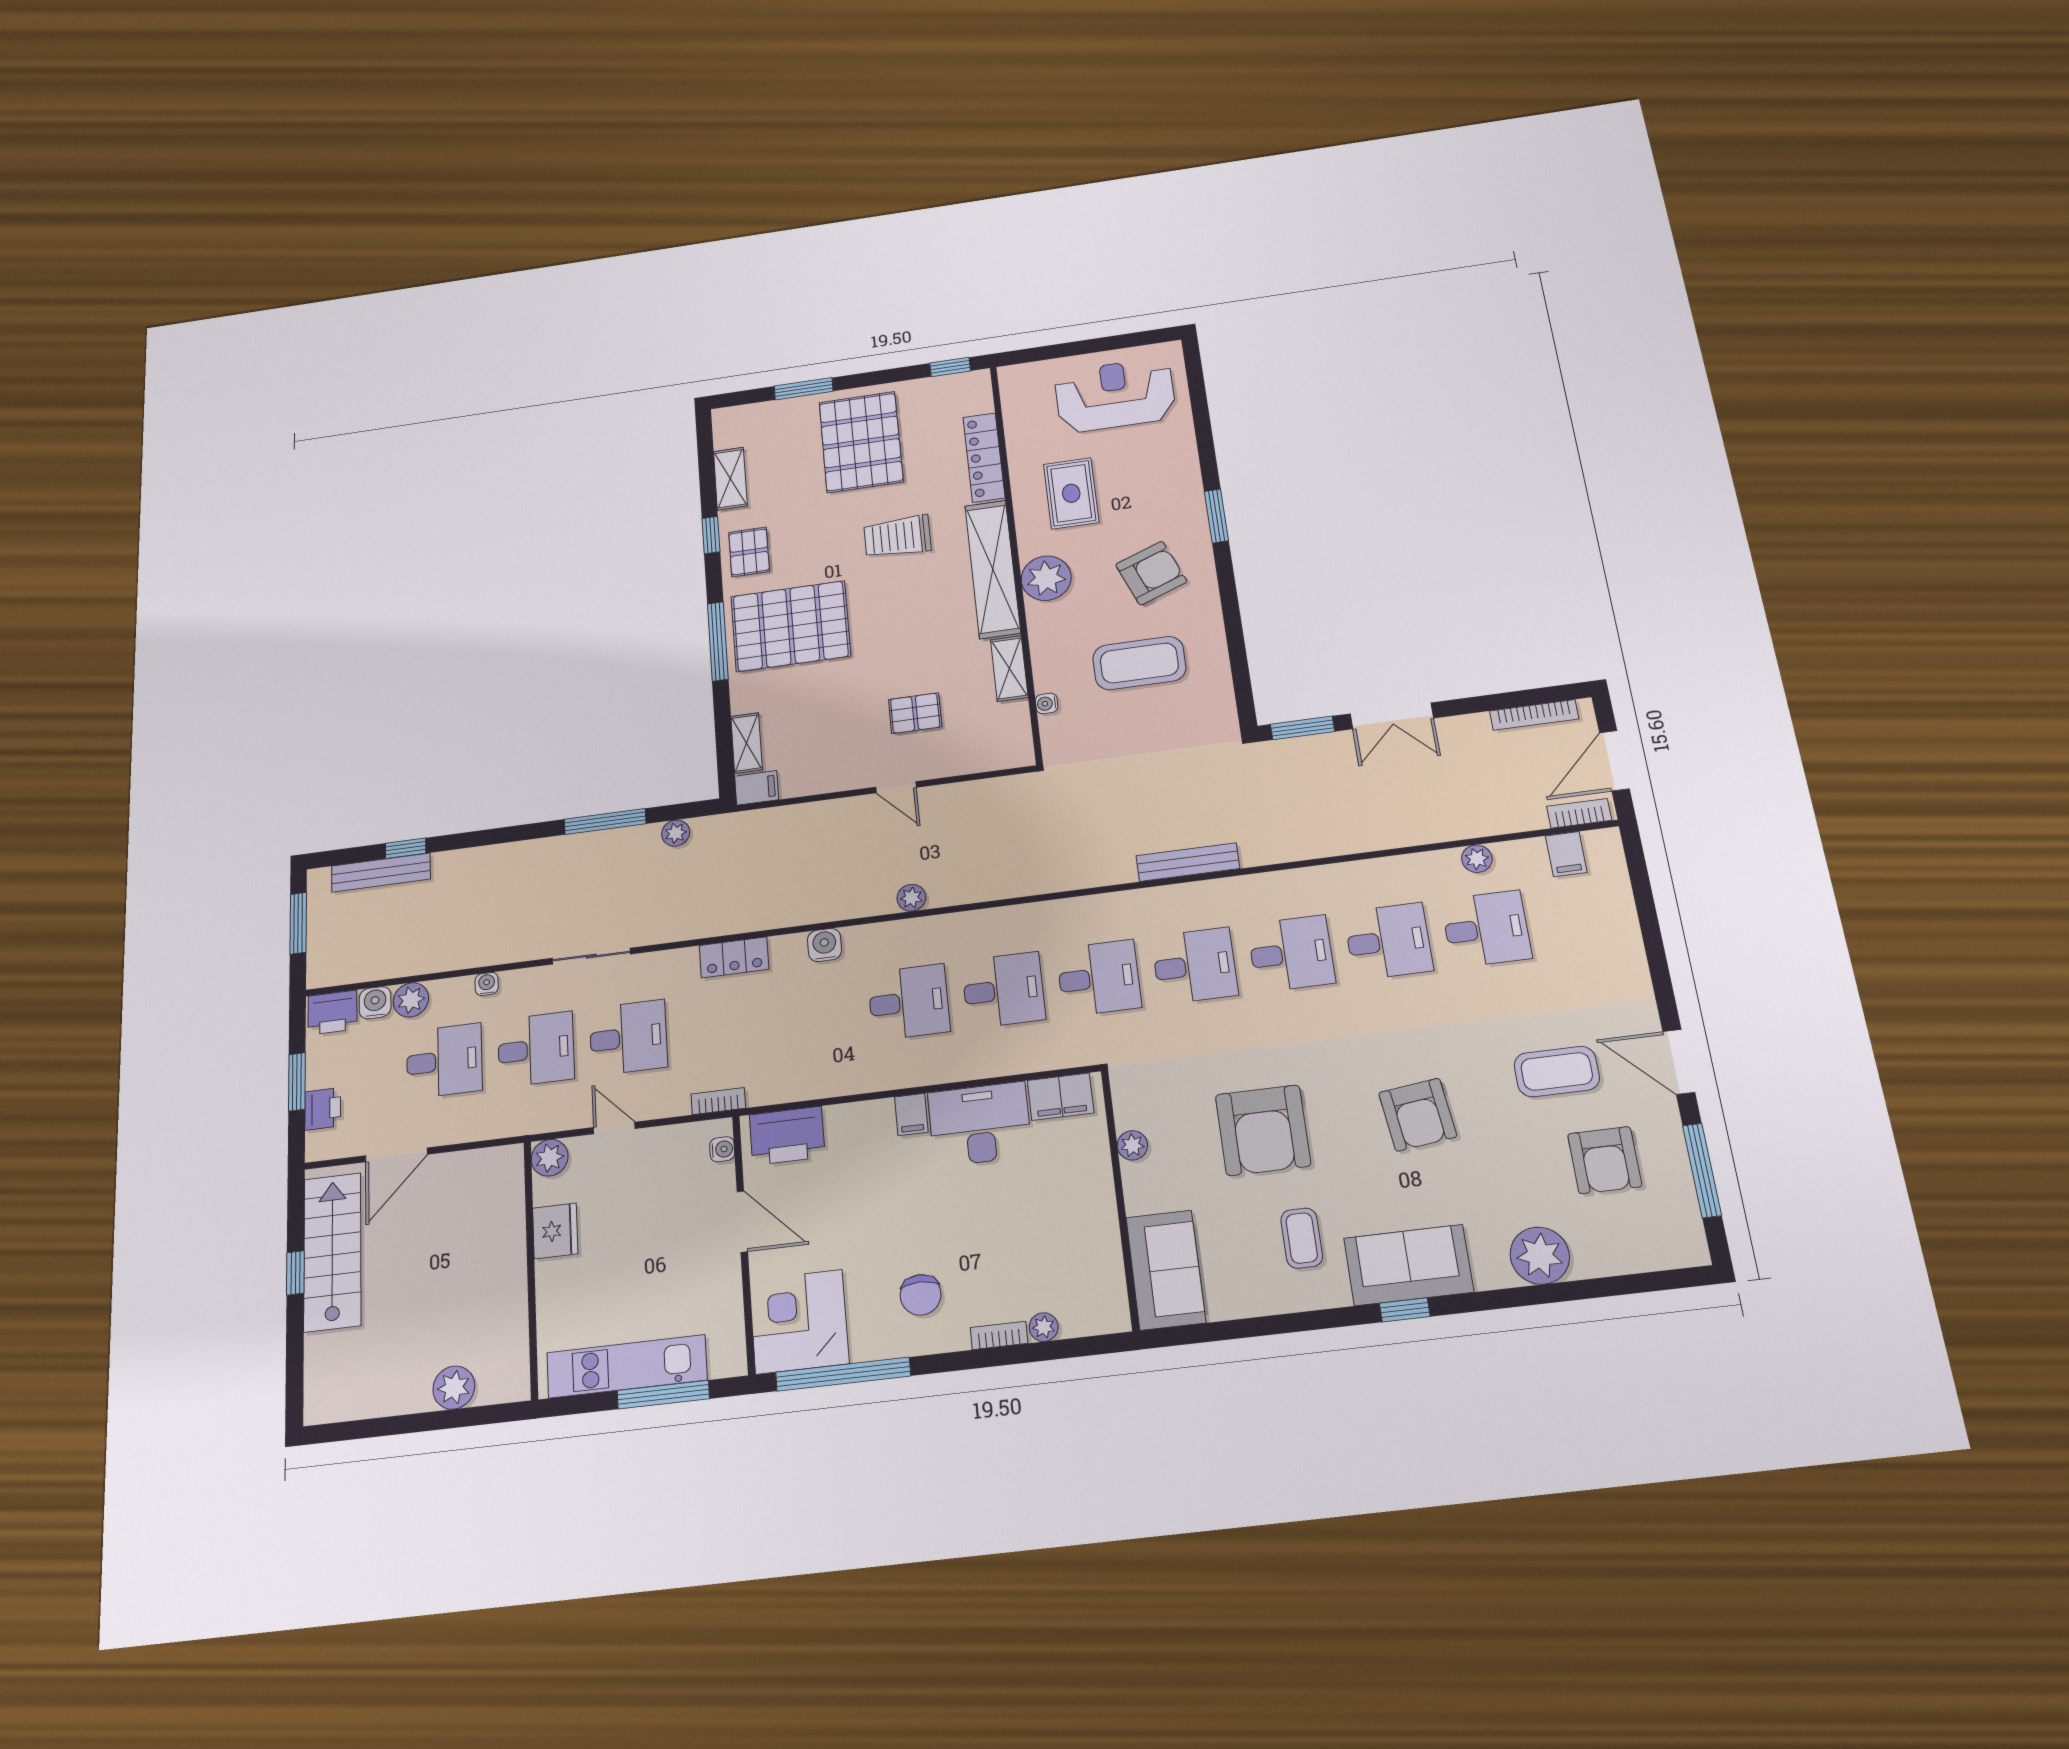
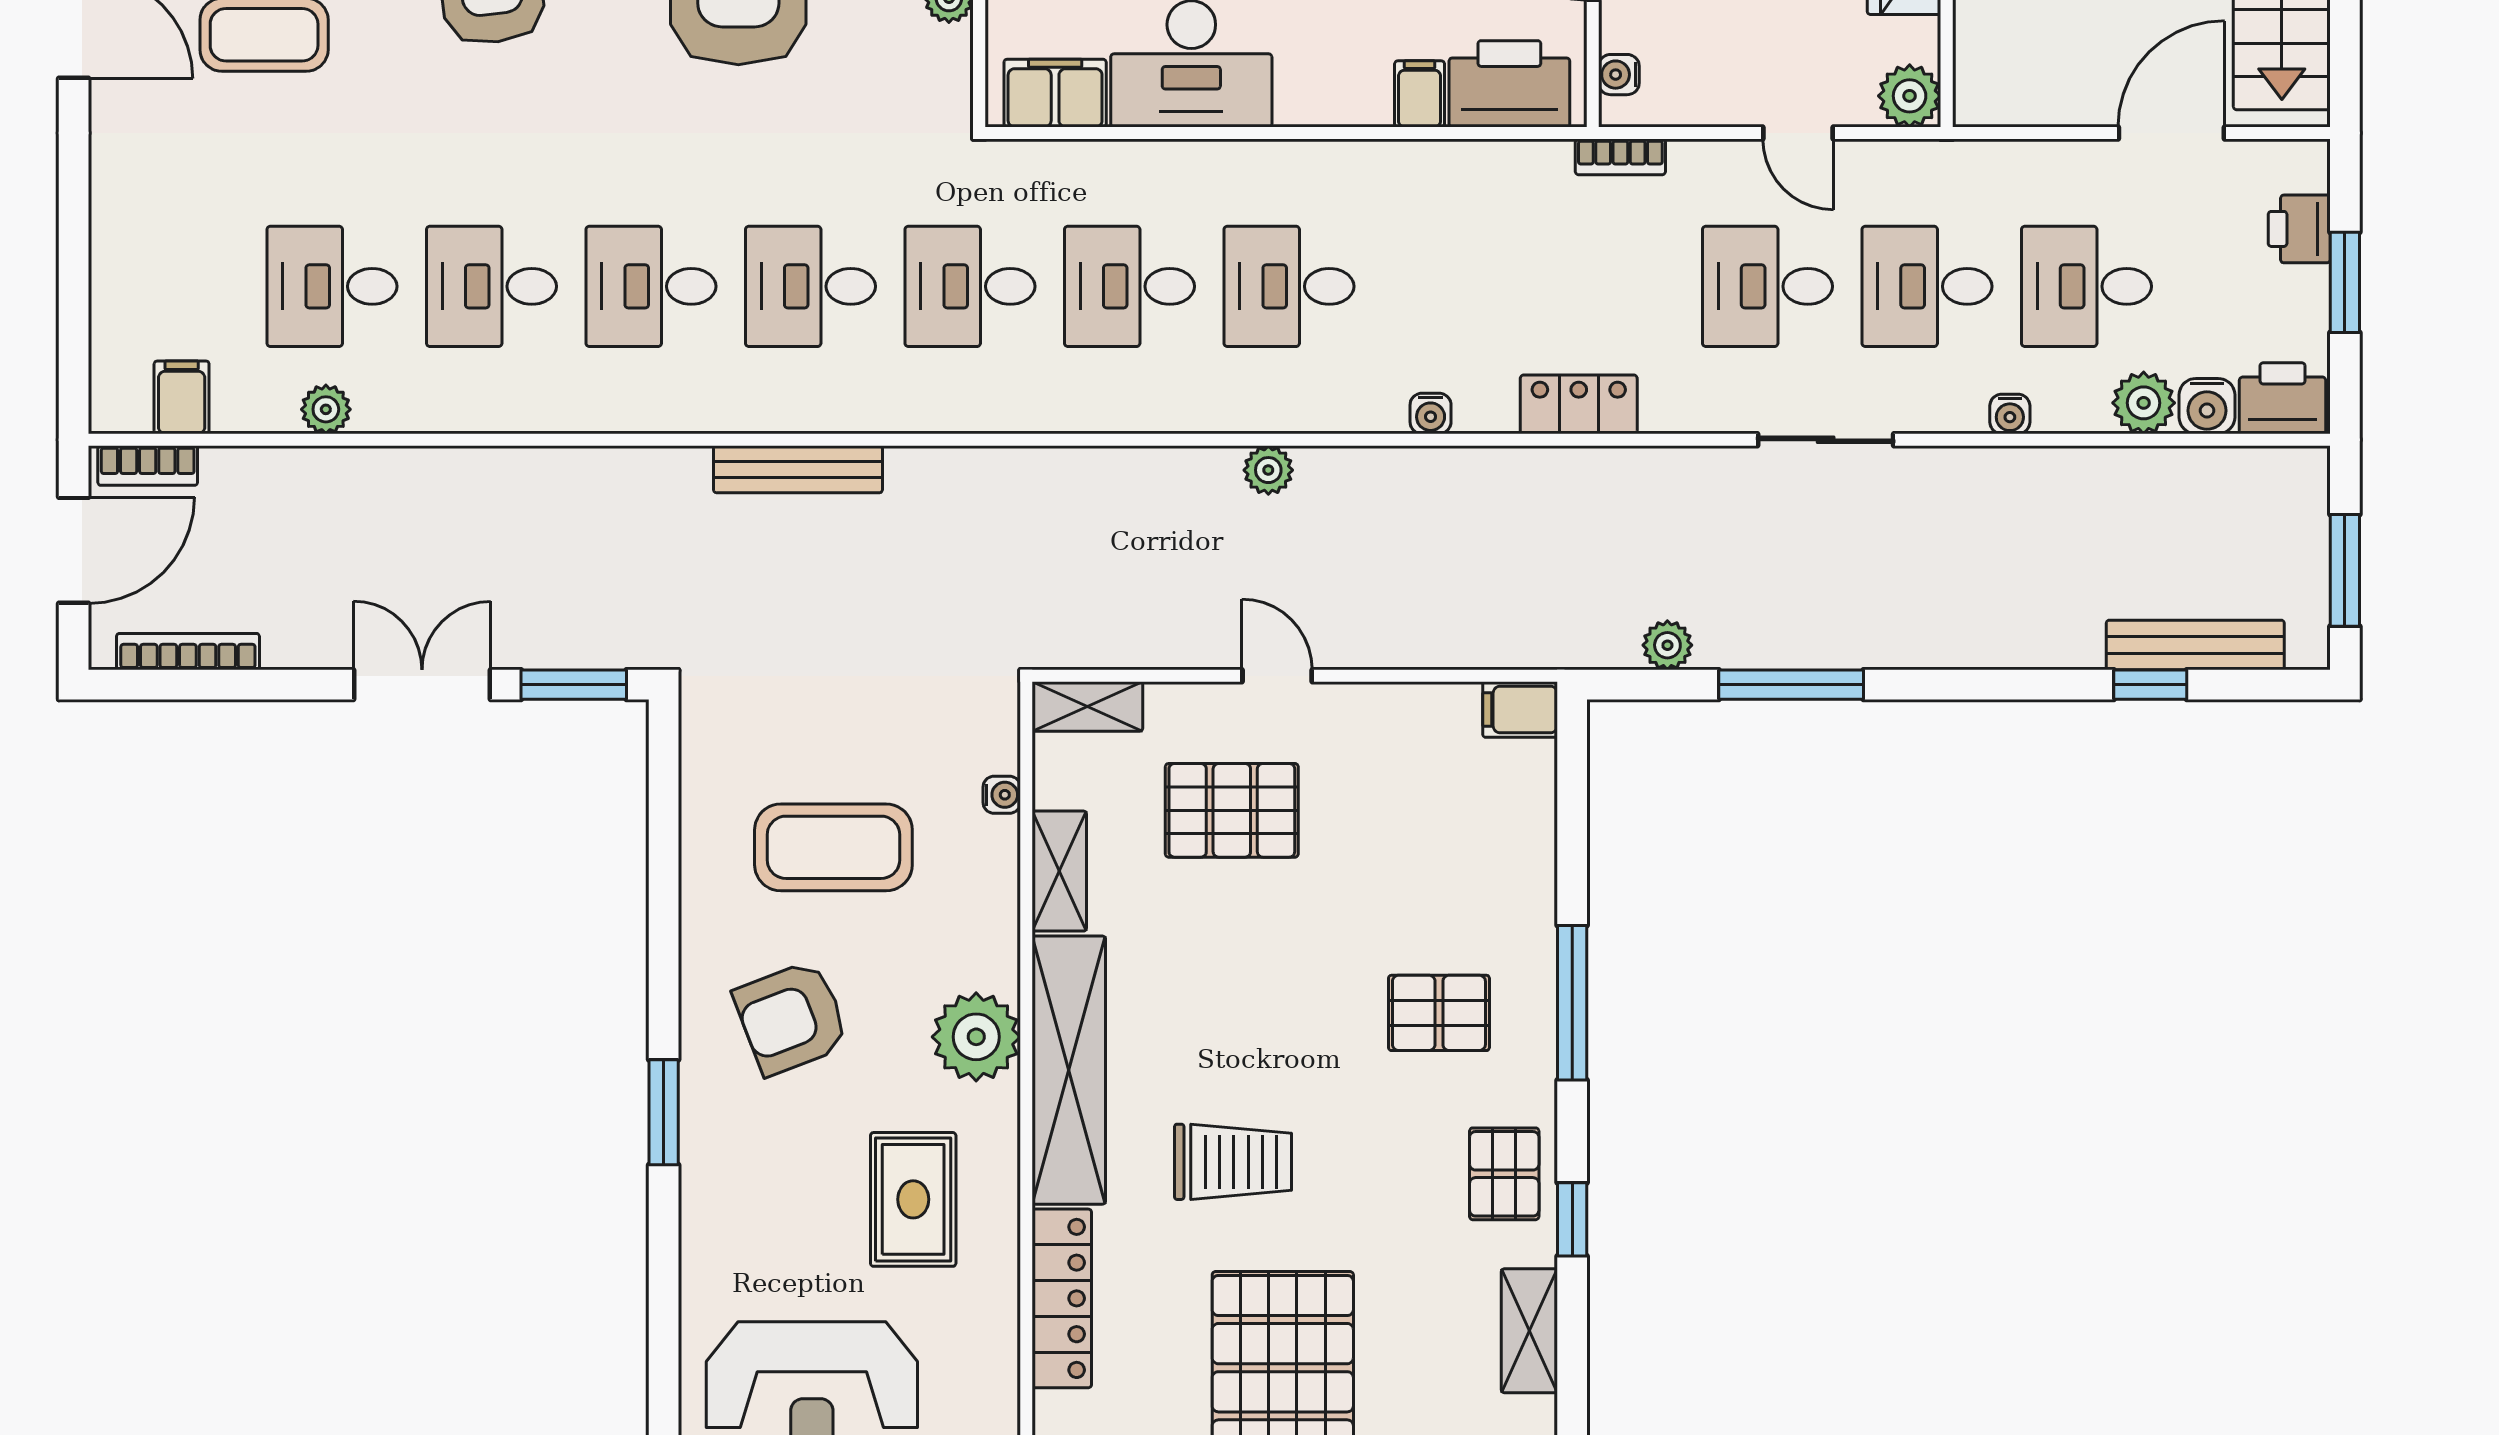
pallet: (791, 626) -> (1439, 1013), width x0.49, depth x0.50
pallet: (915, 713) -> (1232, 810), width x1.50, depth x1.42
shelving: (747, 743) -> (1087, 706), moved, turned 90
water cooler: (825, 945) -> (1431, 413), width x0.72, depth x0.72
filing cabinet: (911, 1115) -> (1420, 94), moved

